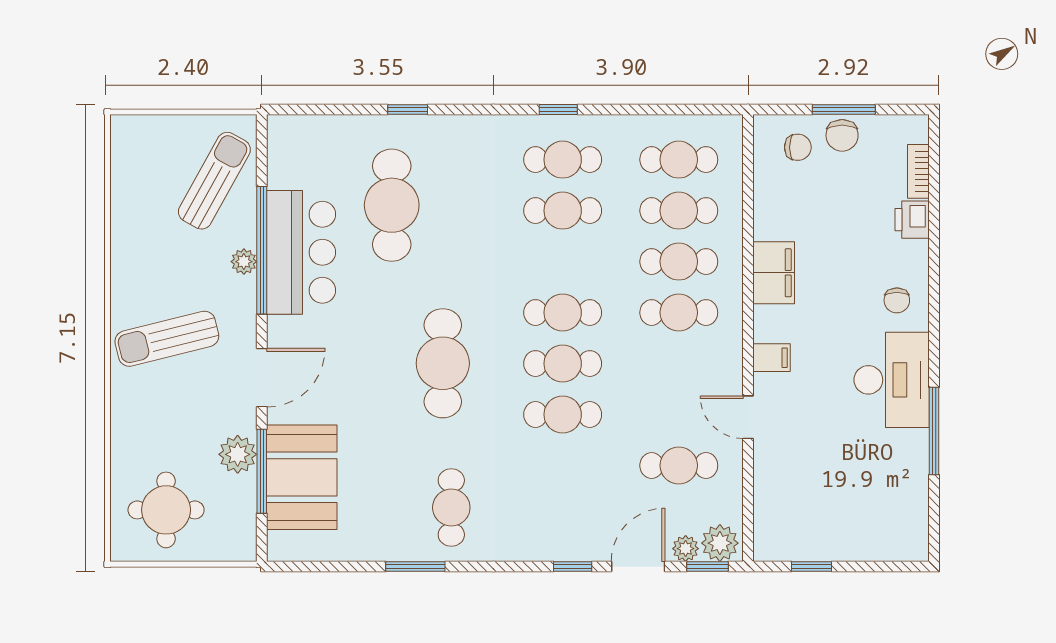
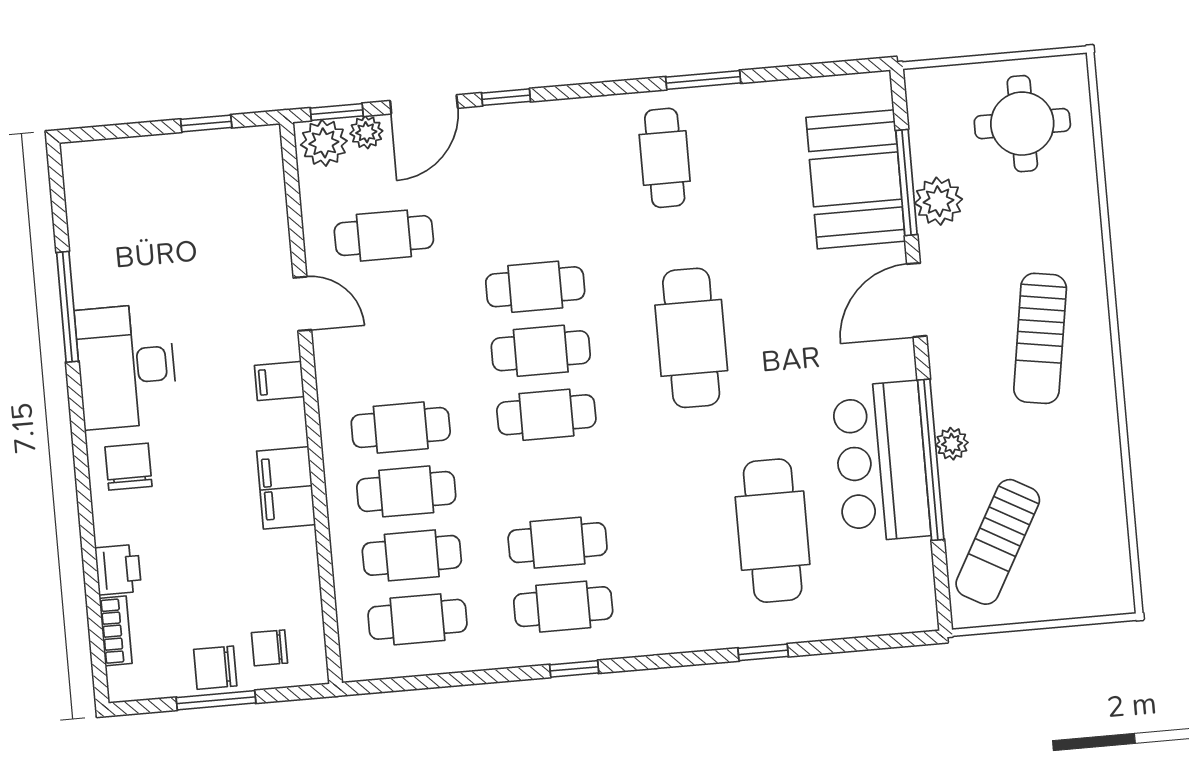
chair: (842, 135) -> (215, 668), turned -90
chair: (897, 300) -> (128, 467), width x1.37, depth x1.37
sun lounger: (167, 339) -> (1040, 338), turned 113

